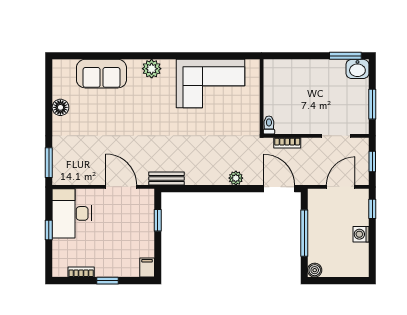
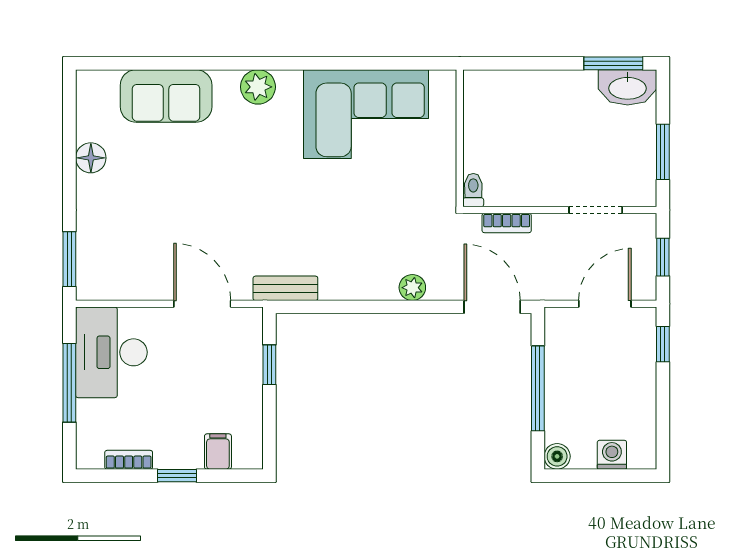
washbasin: (357, 69) -> (628, 87), width x1.38
window: (49, 230) -> (69, 383), width x2.17
washing machine: (361, 234) -> (612, 455), moved, turned 90
filing cabinet: (147, 268) -> (218, 452), moved

